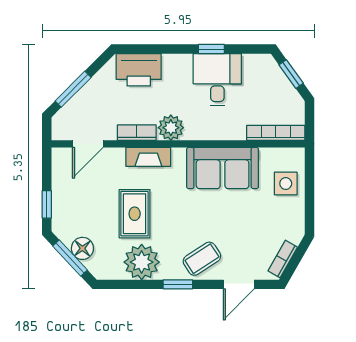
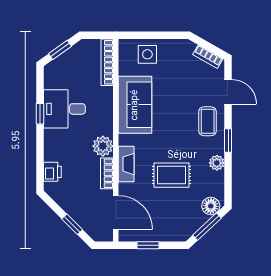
printer: (139, 70) -> (52, 172), width x0.53, depth x0.68
window: (73, 89) -> (72, 224), width x0.67
door: (88, 144) -> (116, 212), width x1.38
window: (47, 204) -> (148, 245), moved
floor lamp: (82, 248) -> (211, 206), moved
coffee table: (202, 259) -> (208, 121), turned 33
plant: (142, 262) -> (217, 163), width x0.53, depth x0.53

